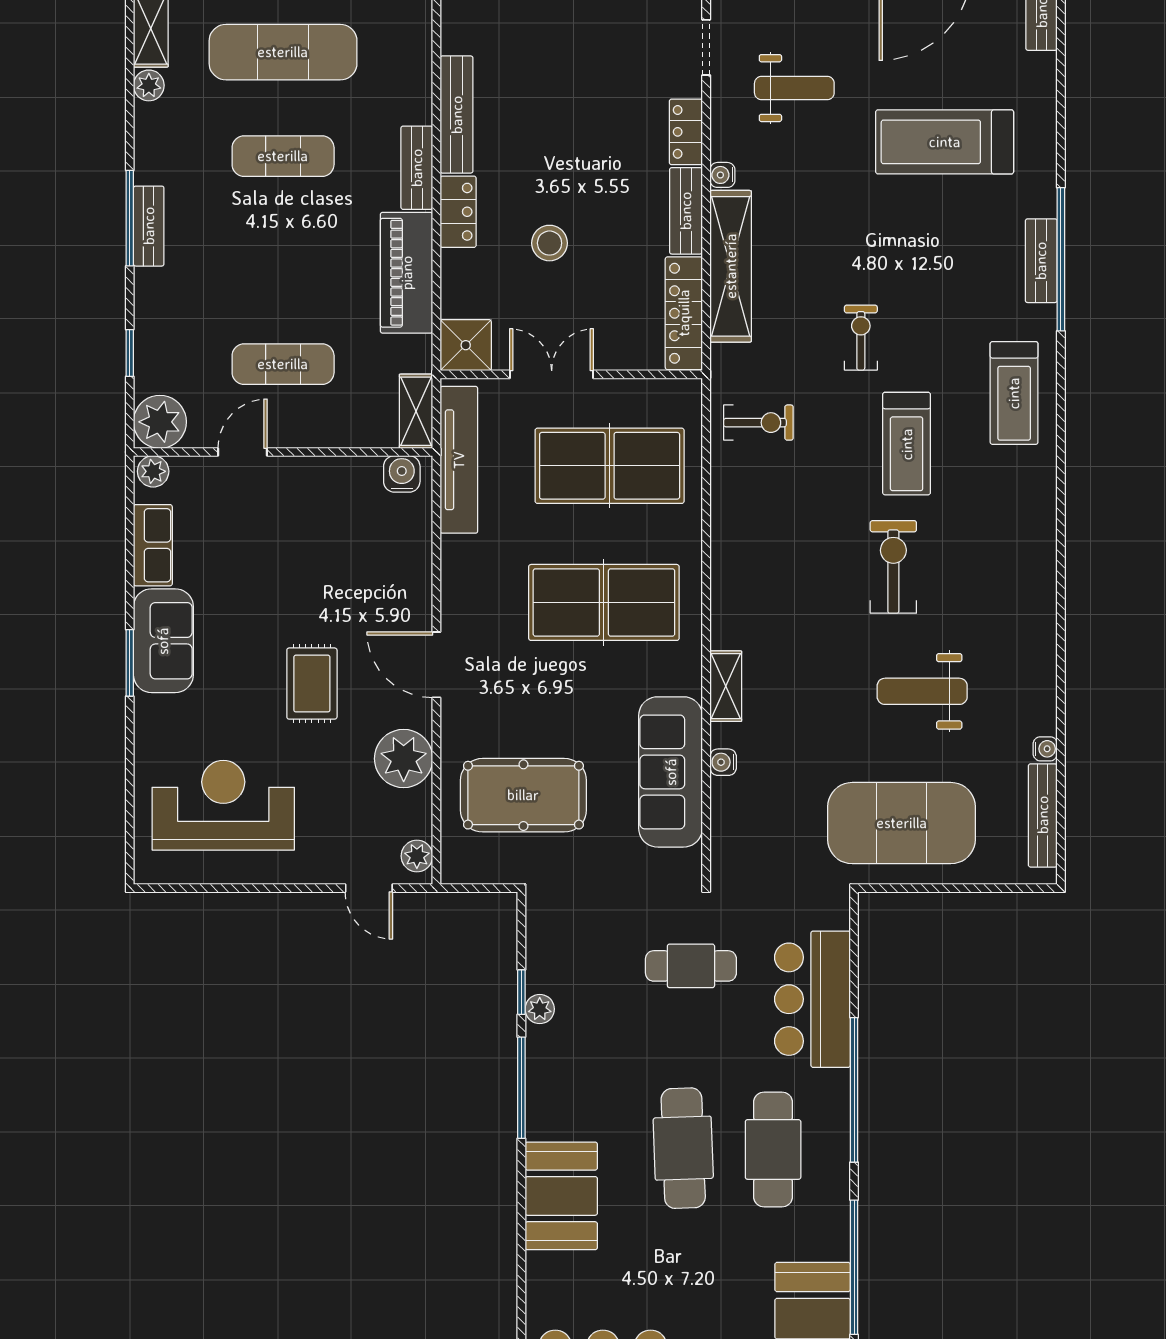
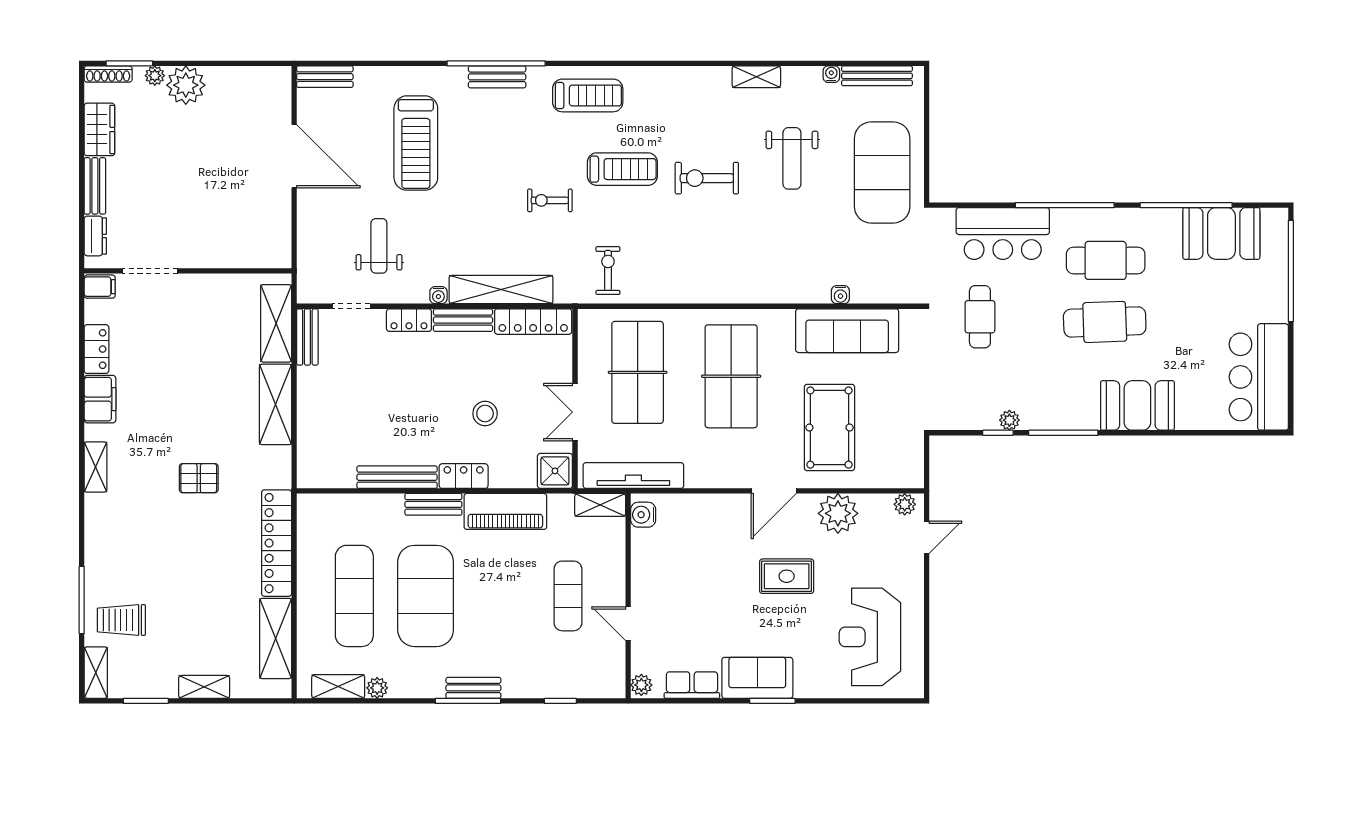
exercise mat: (283, 156) -> (426, 596), width x2.00, depth x1.45
plant: (160, 422) -> (607, 680), removed
shelving: (726, 686) -> (756, 77), moved
pool table: (523, 795) -> (829, 428), moved

